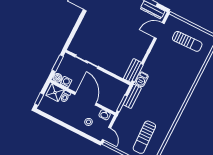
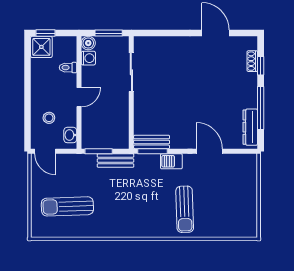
door: (159, 31) -> (209, 151), moved
sun lounger: (187, 41) -> (185, 209), moved
barbecue: (142, 79) -> (171, 161), moved
shower: (55, 93) -> (41, 47), moved
door: (86, 99) -> (79, 97), width x0.53
door: (106, 134) -> (45, 151), hinge flipped

